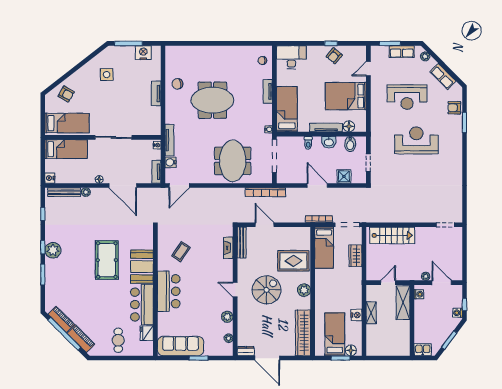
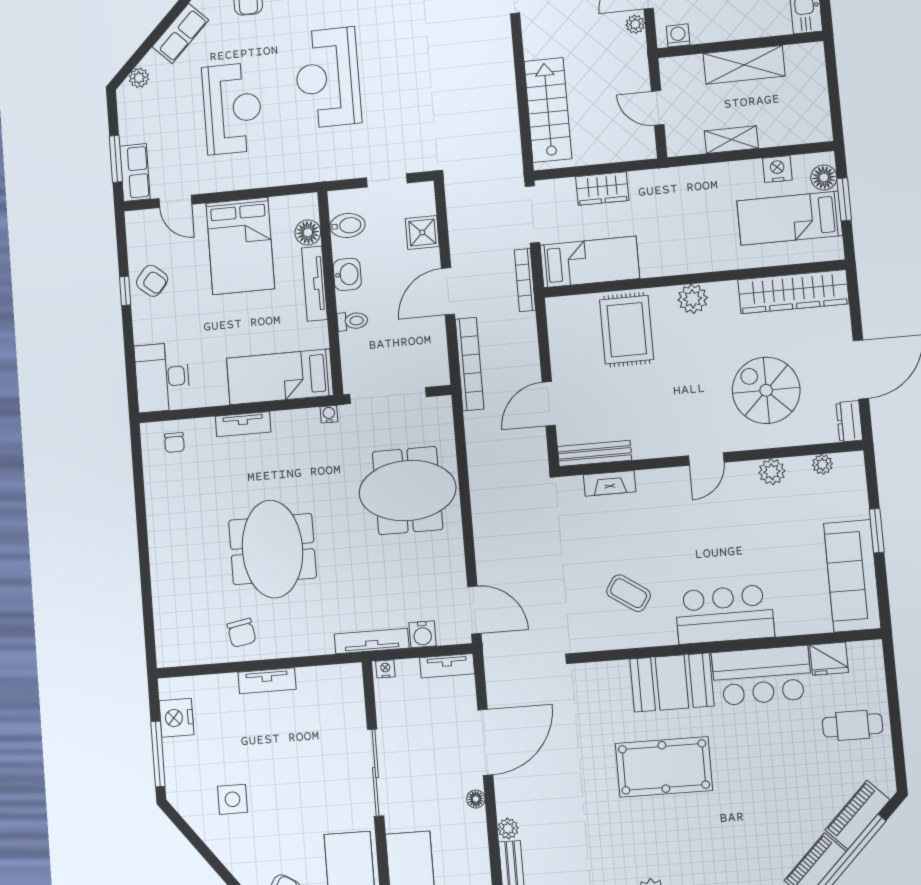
row of seats: (402, 52) -> (135, 173), moved
bookcase: (265, 192) -> (470, 364), moved
spiral stairs: (267, 290) -> (766, 390), moved
shelving: (403, 303) -> (744, 65), moved
nightstand: (356, 315) -> (777, 169), moved

